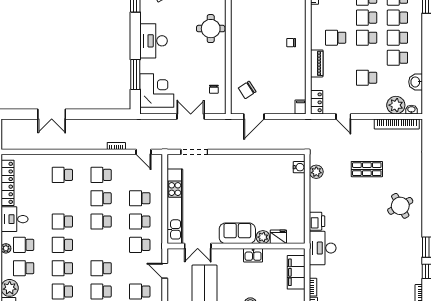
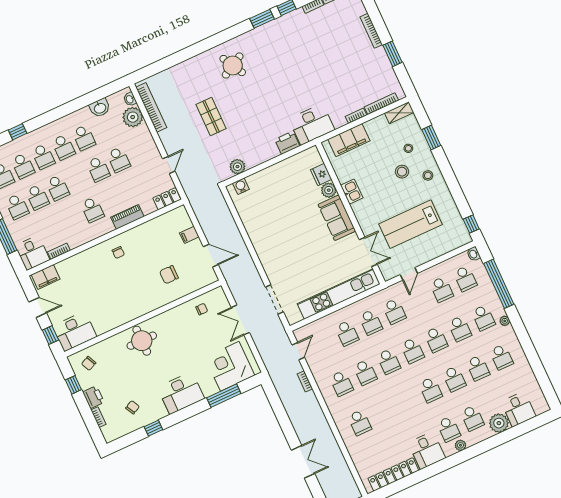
school desk: (367, 38) -> (98, 169), moved
chair: (247, 90) -> (169, 275), moved, turned 123
filing cabinet: (301, 107) -> (189, 235), moved
school desk: (62, 222) -> (412, 351), moved

